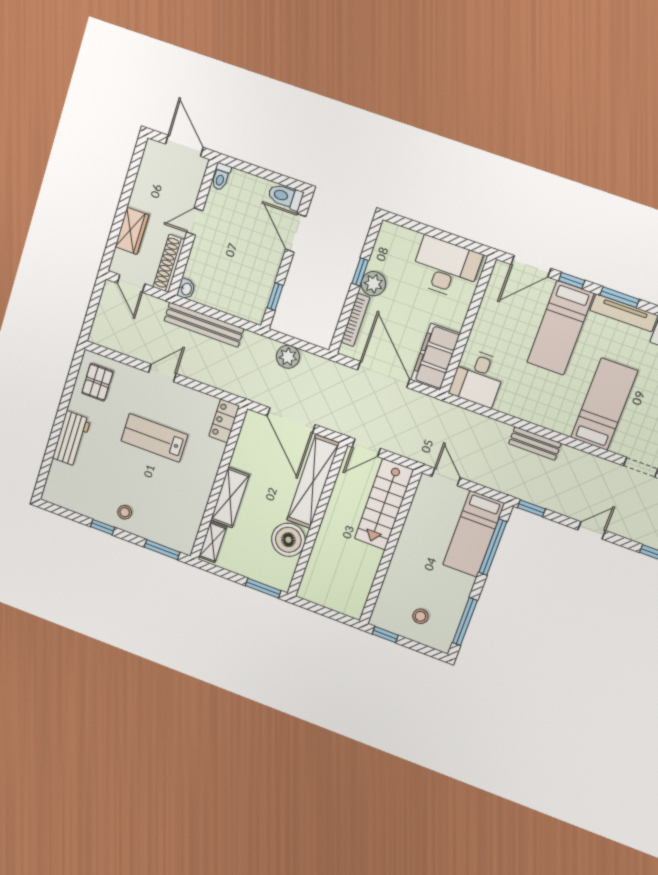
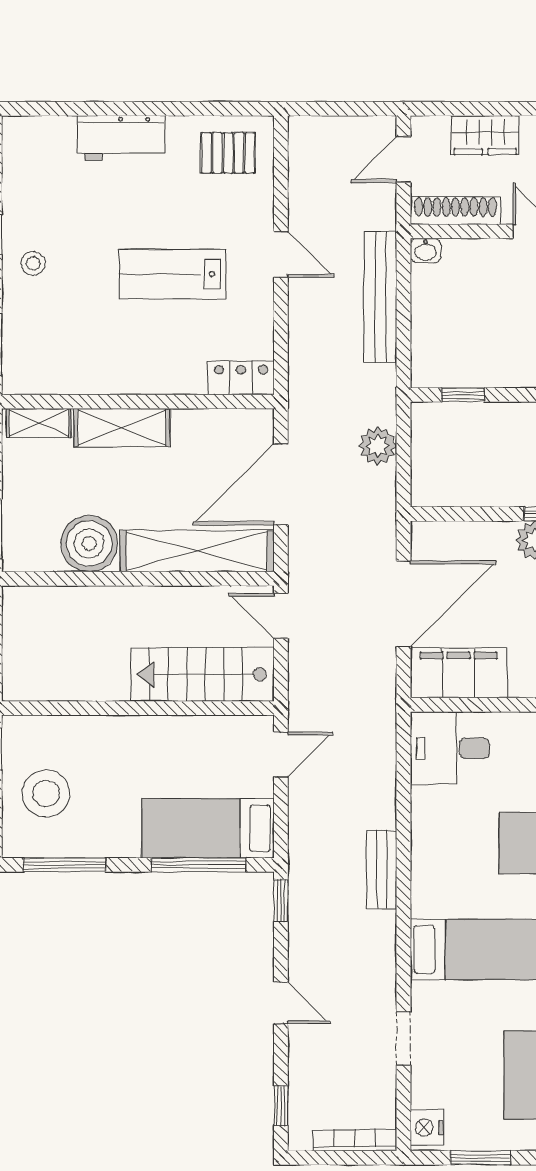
bookcase: (355, 320) -> (471, 532), removed
lab bench: (154, 438) -> (173, 274), turned -90
stool: (420, 616) -> (46, 793), width x1.89, depth x1.89

